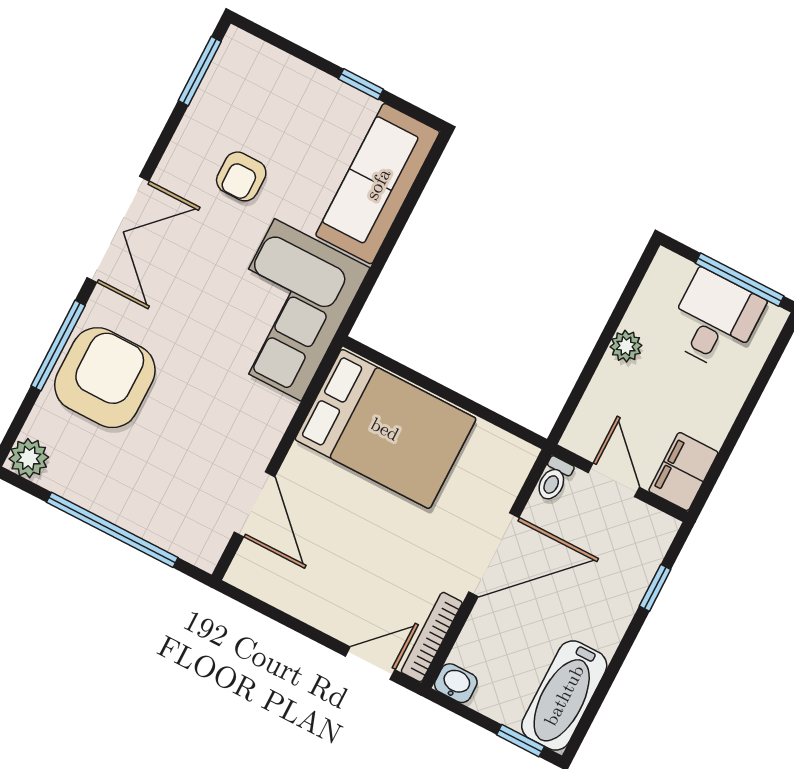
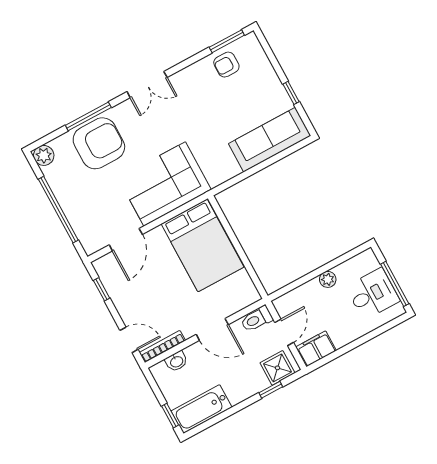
armchair: (241, 176) -> (226, 65), moved
double door: (118, 229) -> (147, 85), width x0.73
corner sofa: (288, 310) -> (165, 184), moved
toilet: (554, 479) -> (257, 319), width x1.37, depth x1.39
shower: (642, 545) -> (277, 368), added
door: (494, 555) -> (212, 330), width x0.73
window: (270, 611) -> (102, 289), added
washbasin: (456, 683) -> (176, 361), moved, turned 90

